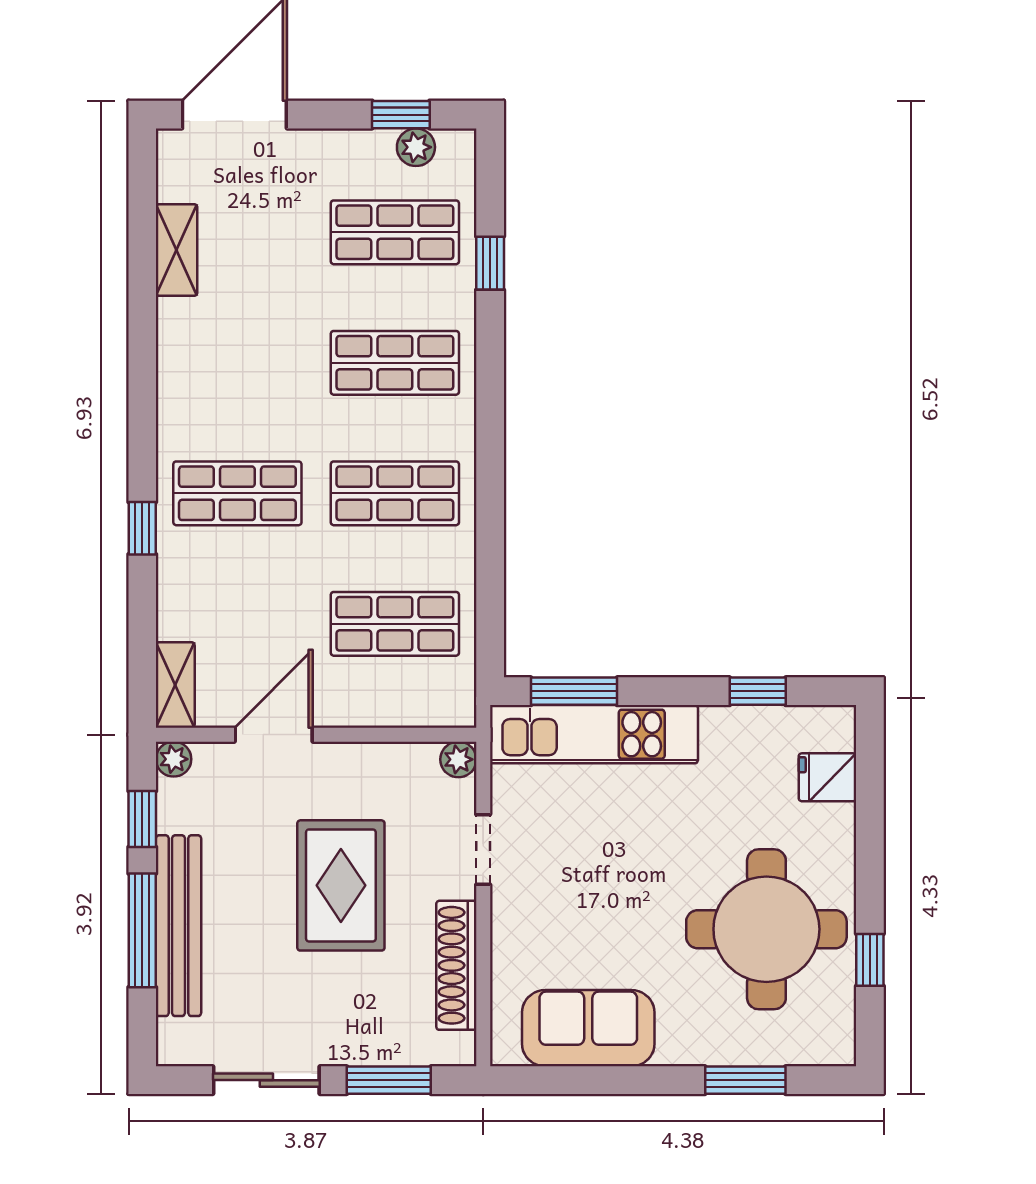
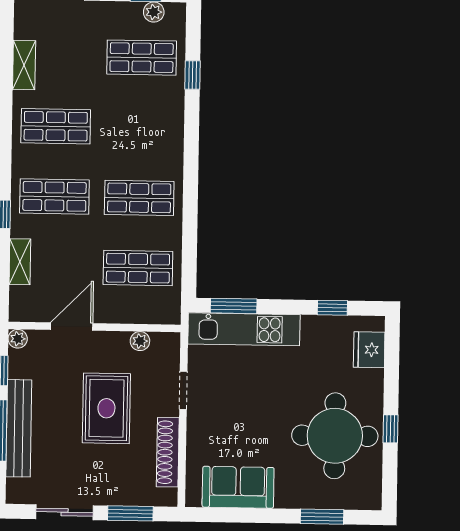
shop shelf: (395, 363) -> (56, 126), moved
shelving: (175, 685) -> (20, 262), moved
plant: (458, 759) -> (140, 341), moved
fridge: (827, 777) -> (369, 350), width x1.38
window: (870, 960) -> (391, 429), moved

